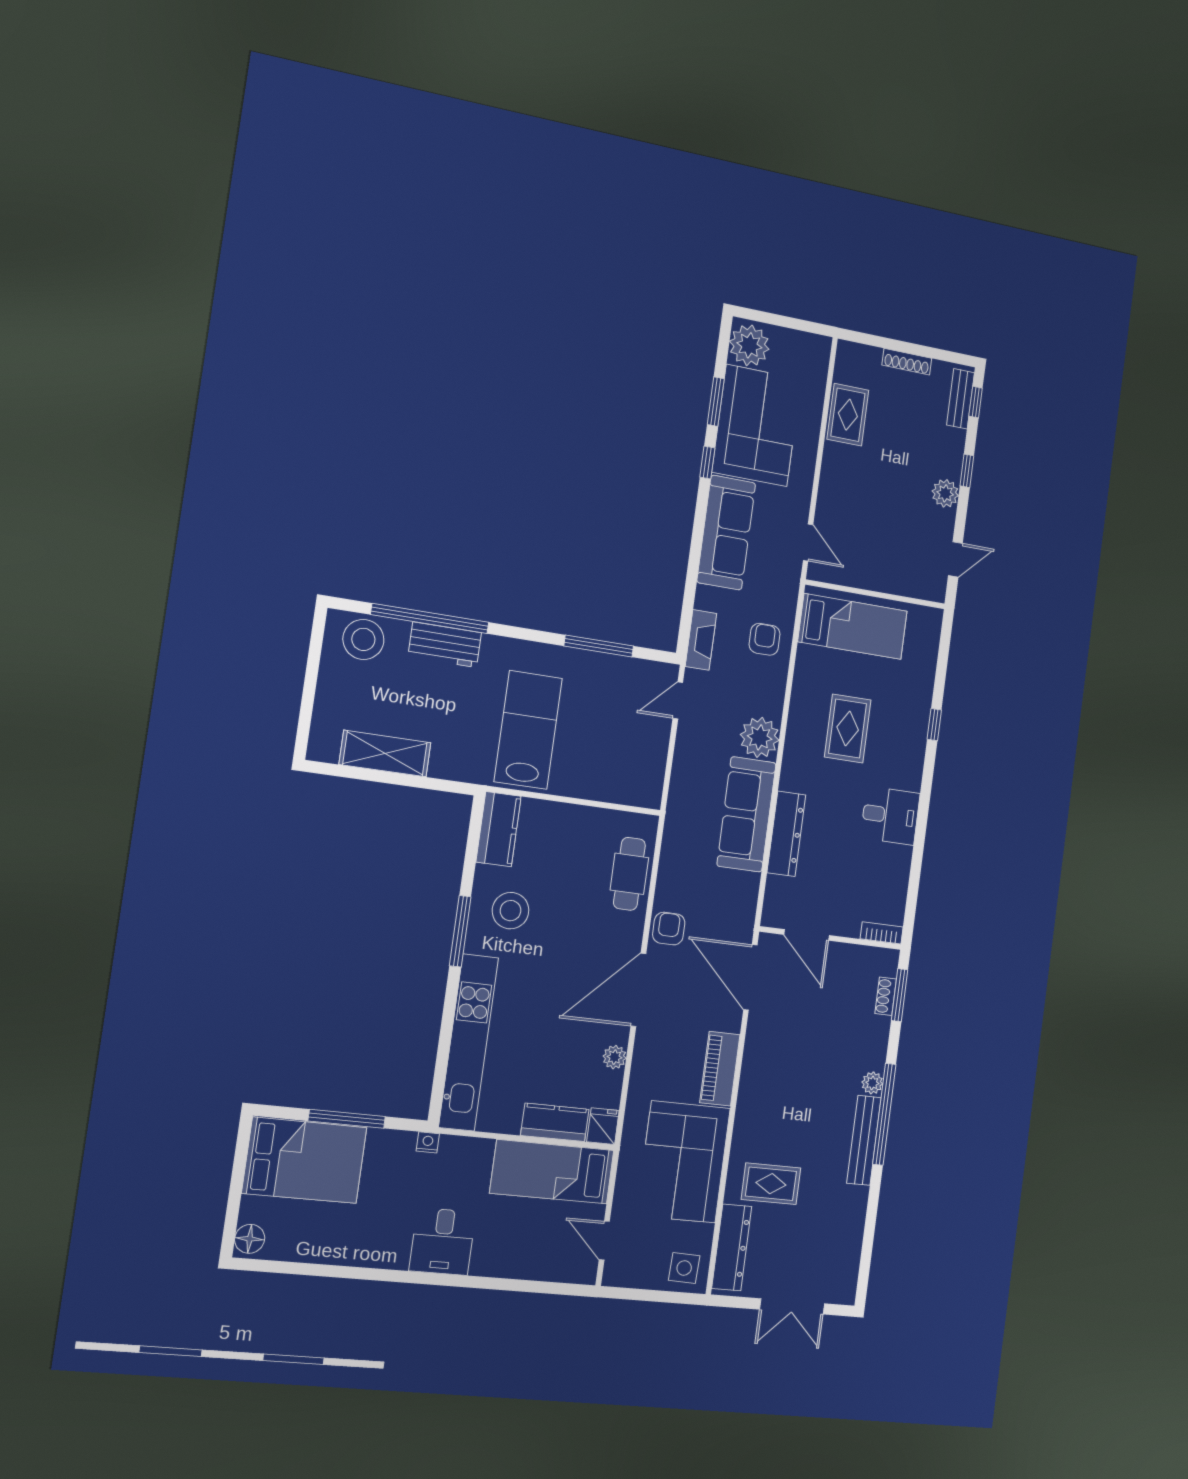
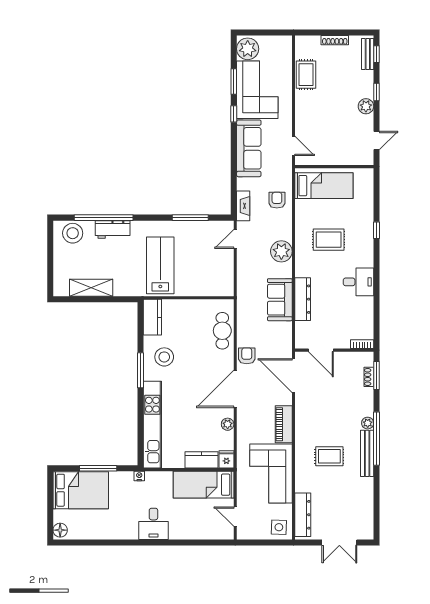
rug: (848, 728) -> (329, 240), turned 90
sofa: (746, 814) -> (280, 300), width x0.73
rug: (771, 1184) -> (329, 456), moved

